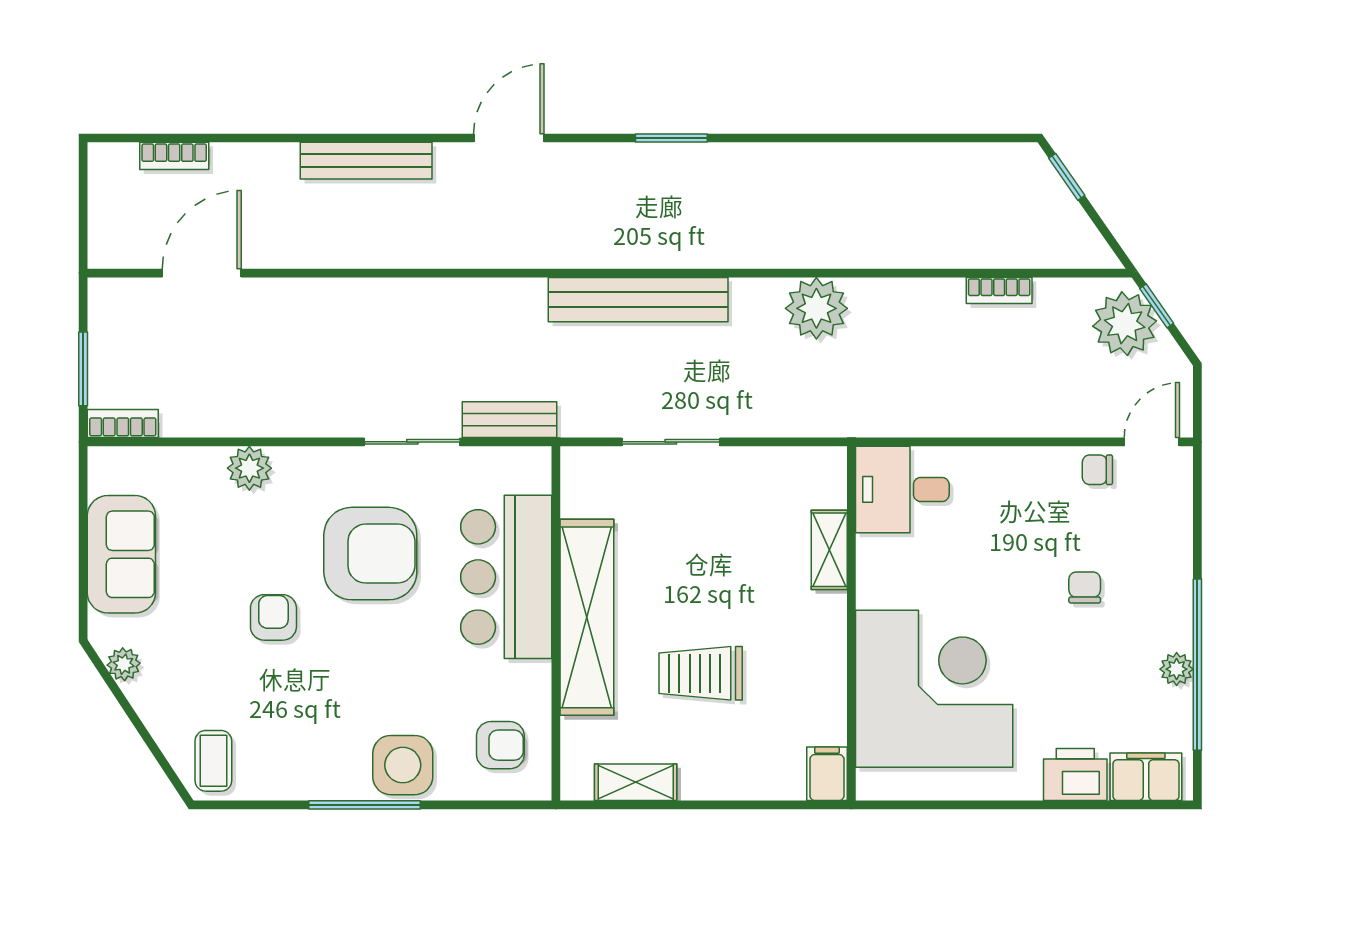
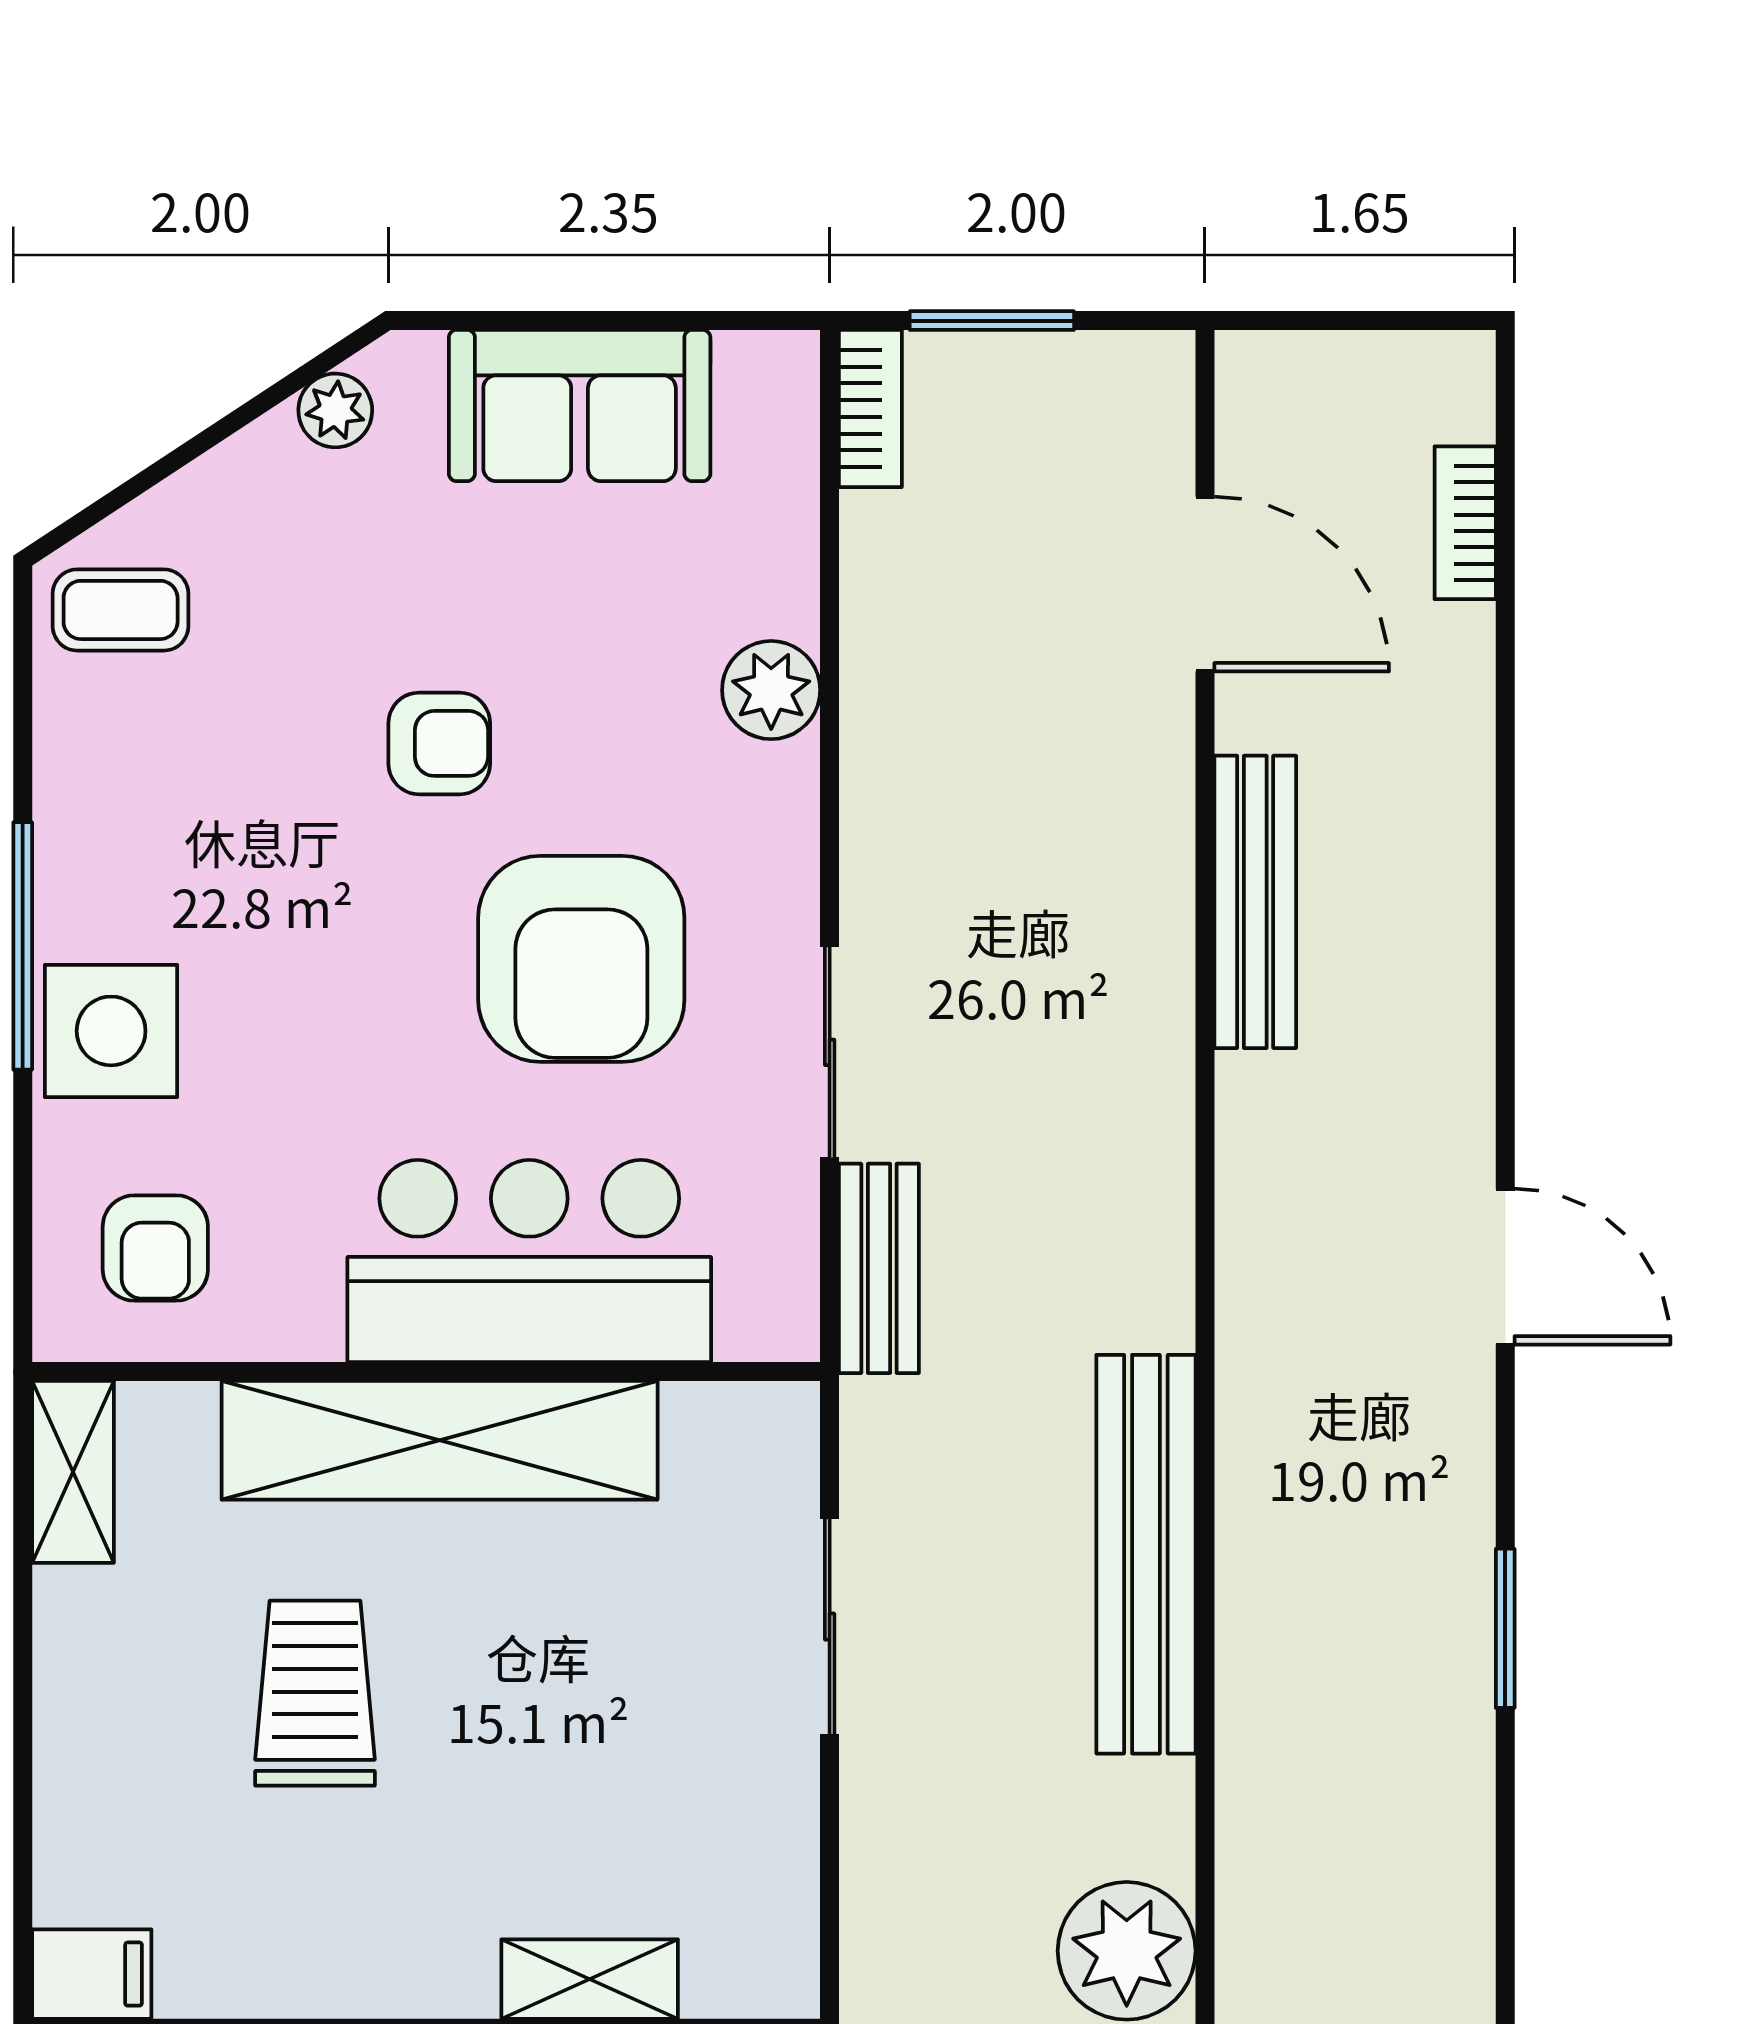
bench: (366, 161) -> (1255, 902), moved
shelving: (636, 782) -> (73, 1472), moved

